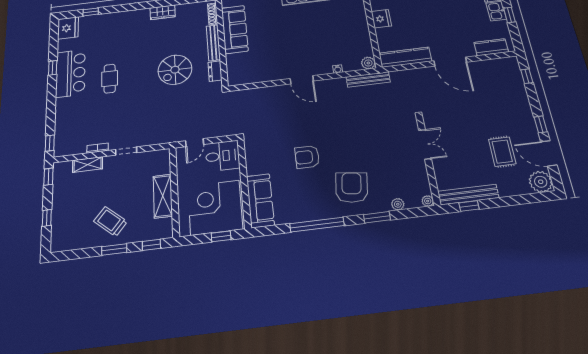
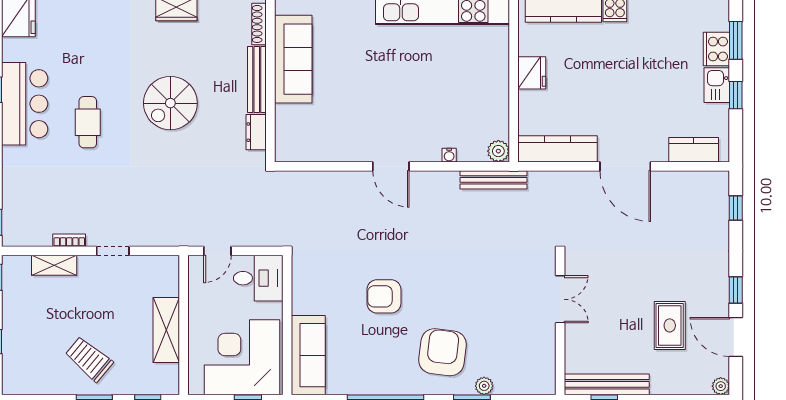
spiral stairs: (175, 70) -> (170, 103), moved
plant: (541, 182) -> (721, 386), width x0.53, depth x0.53
plant: (428, 201) -> (548, 387), removed
plant: (398, 204) -> (484, 386), moved

